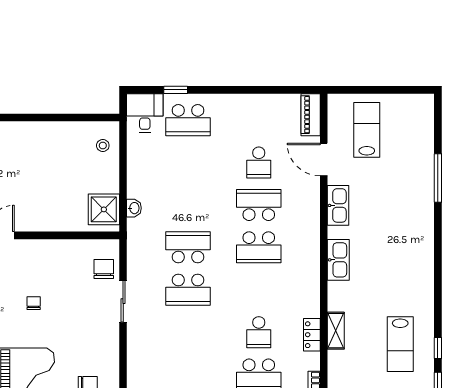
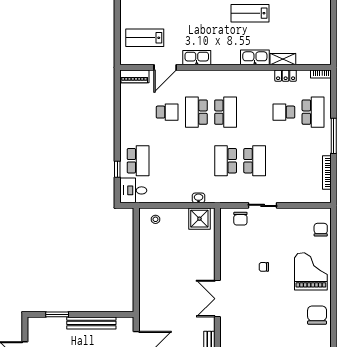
kitchen sink: (338, 260) -> (255, 57), moved
chair: (104, 269) -> (240, 219), turned -90
school desk: (259, 332) -> (284, 112), turned 180
lab bench: (400, 344) -> (250, 13), moved, turned 180

